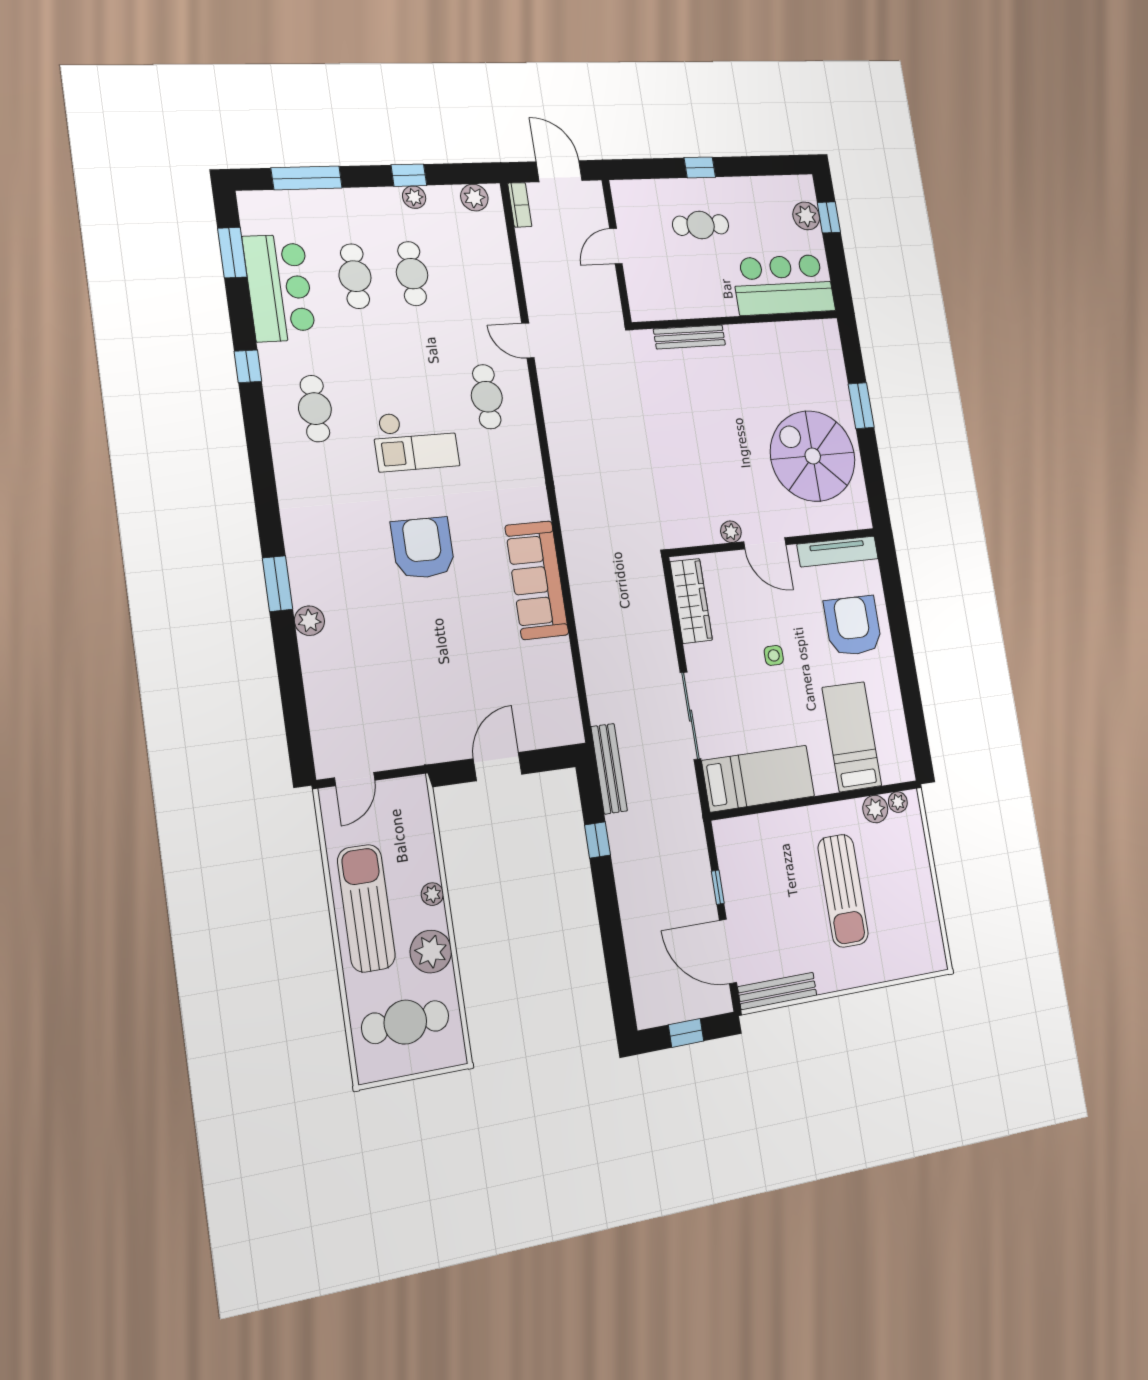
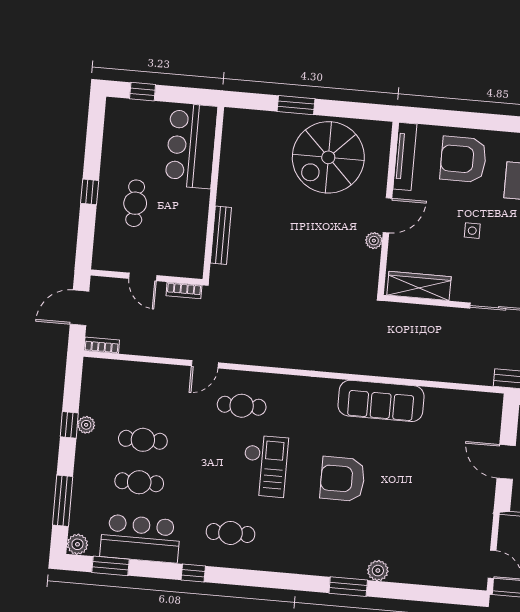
plant: (474, 198) -> (77, 544), moved
plant: (806, 216) -> (139, 111), removed
bookcase: (612, 300) -> (184, 291), added

